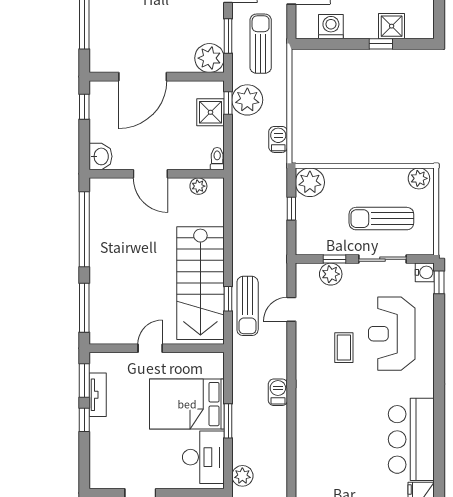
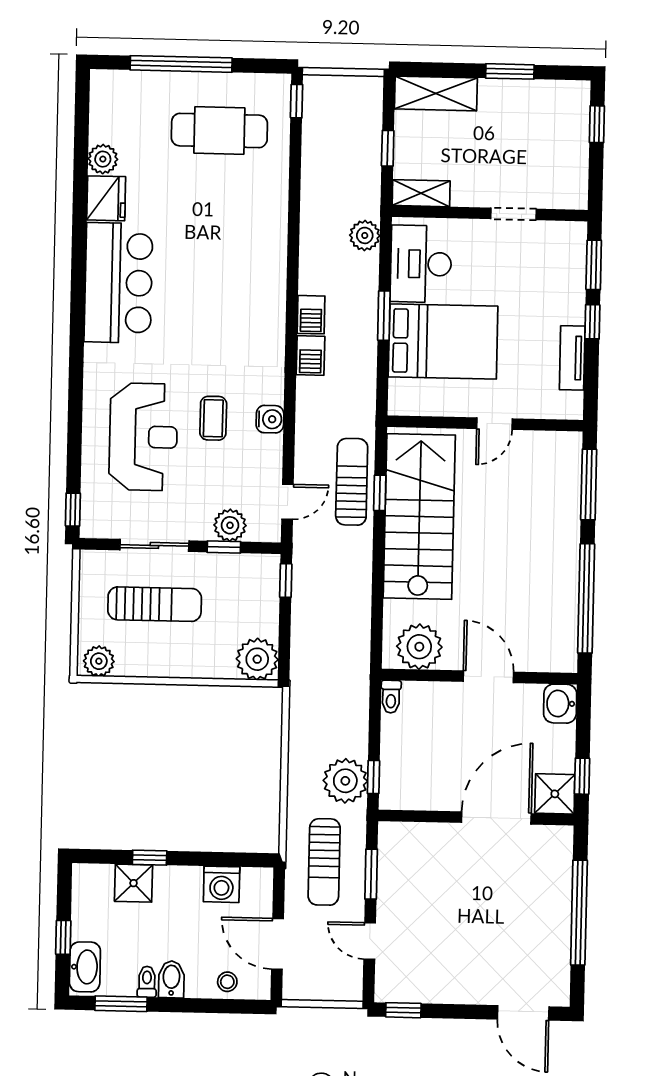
plant: (209, 58) -> (399, 843), removed
shower: (210, 112) -> (555, 794), moved
barbecue: (278, 139) -> (311, 315), moved
plant: (198, 186) -> (419, 647), width x1.87, depth x1.87
window: (291, 209) -> (286, 581), moved
water cooler: (425, 272) -> (270, 419), moved, turned 180
door: (291, 309) -> (288, 502), moved
window: (84, 380) -> (594, 265), moved

